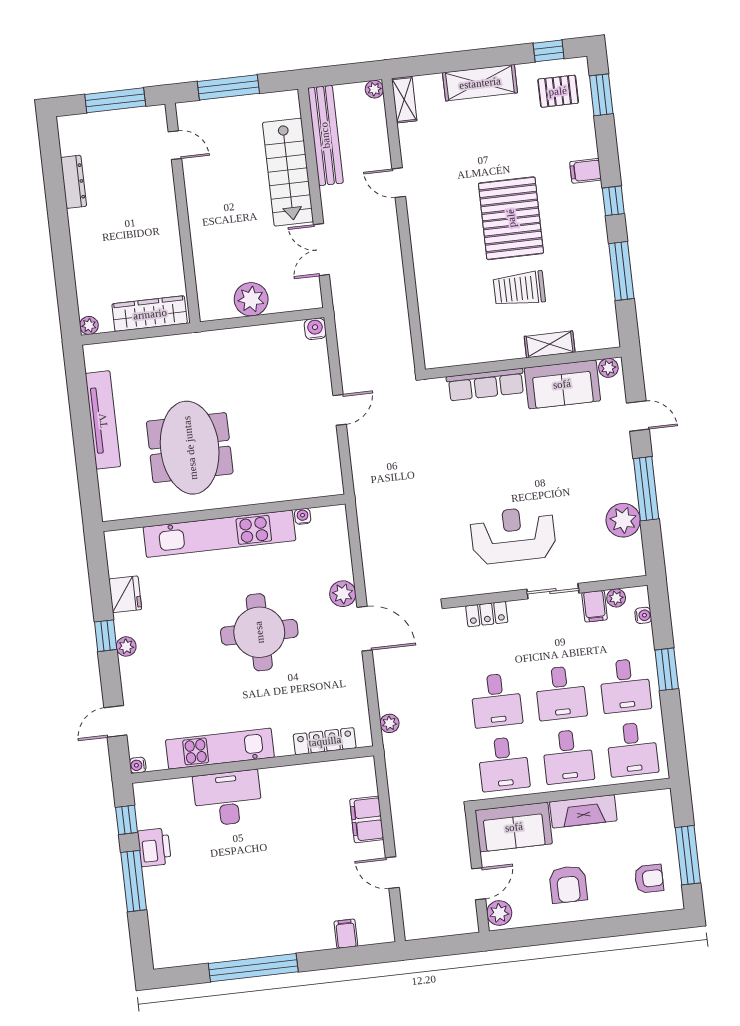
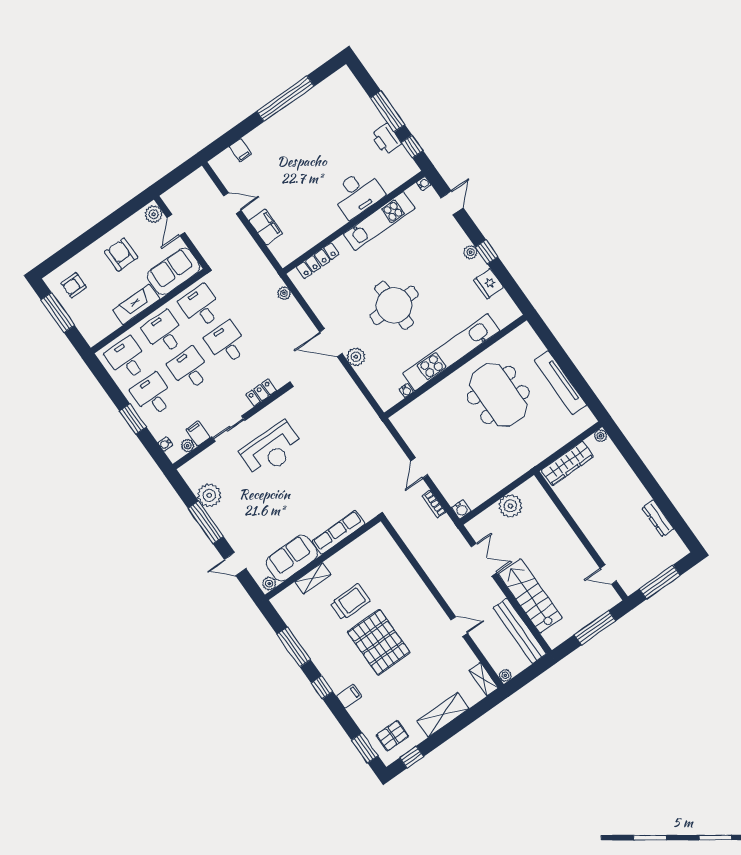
bookcase: (346, 354) -> (434, 504), added

